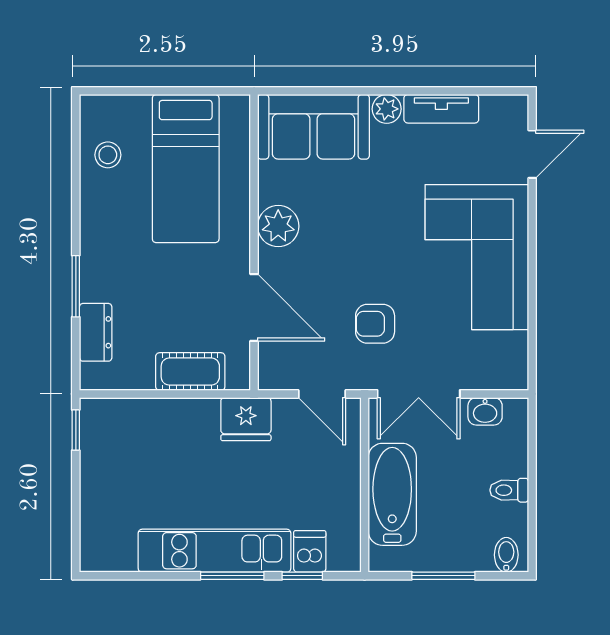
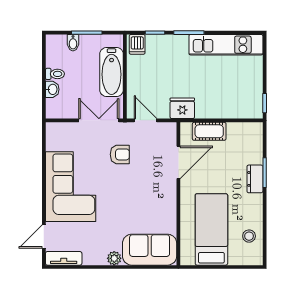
tv unit: (441, 109) -> (64, 258), moved
plant: (278, 226) -> (167, 202), removed
door: (254, 307) -> (178, 162), swing flipped
dresser: (96, 332) -> (255, 179), moved
washbasin: (485, 411) -> (52, 89), moved, turned 90
kitchen unit: (215, 551) -> (226, 45), moved
dishwasher: (310, 551) -> (137, 44), moved
bidet: (506, 555) -> (73, 43), moved

